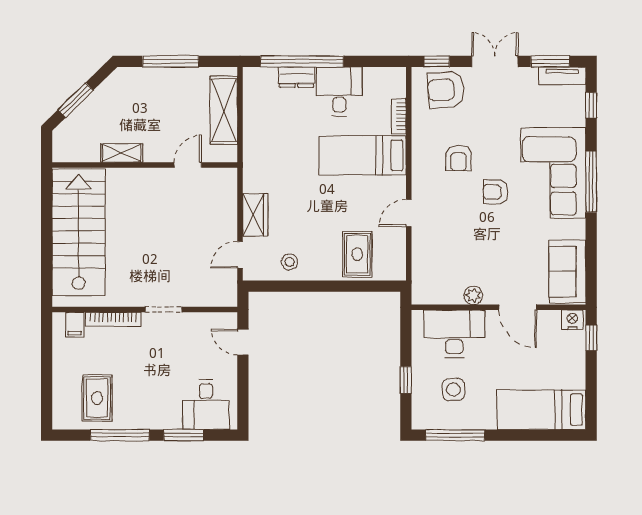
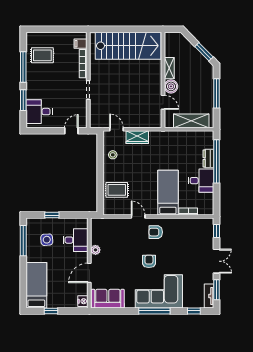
armchair: (446, 90) -> (202, 236), removed
window: (76, 100) -> (204, 52), moved
boiler: (157, 149) -> (171, 86), added
armchair: (458, 158) -> (156, 232), moved
desk: (454, 334) -> (76, 240), width x0.73
window: (591, 338) -> (51, 311), moved

